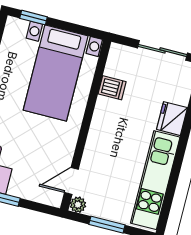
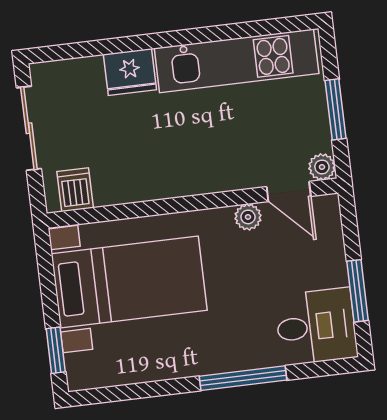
dishwasher: (112, 88) -> (75, 190), moved
plant: (66, 153) -> (248, 217), added

